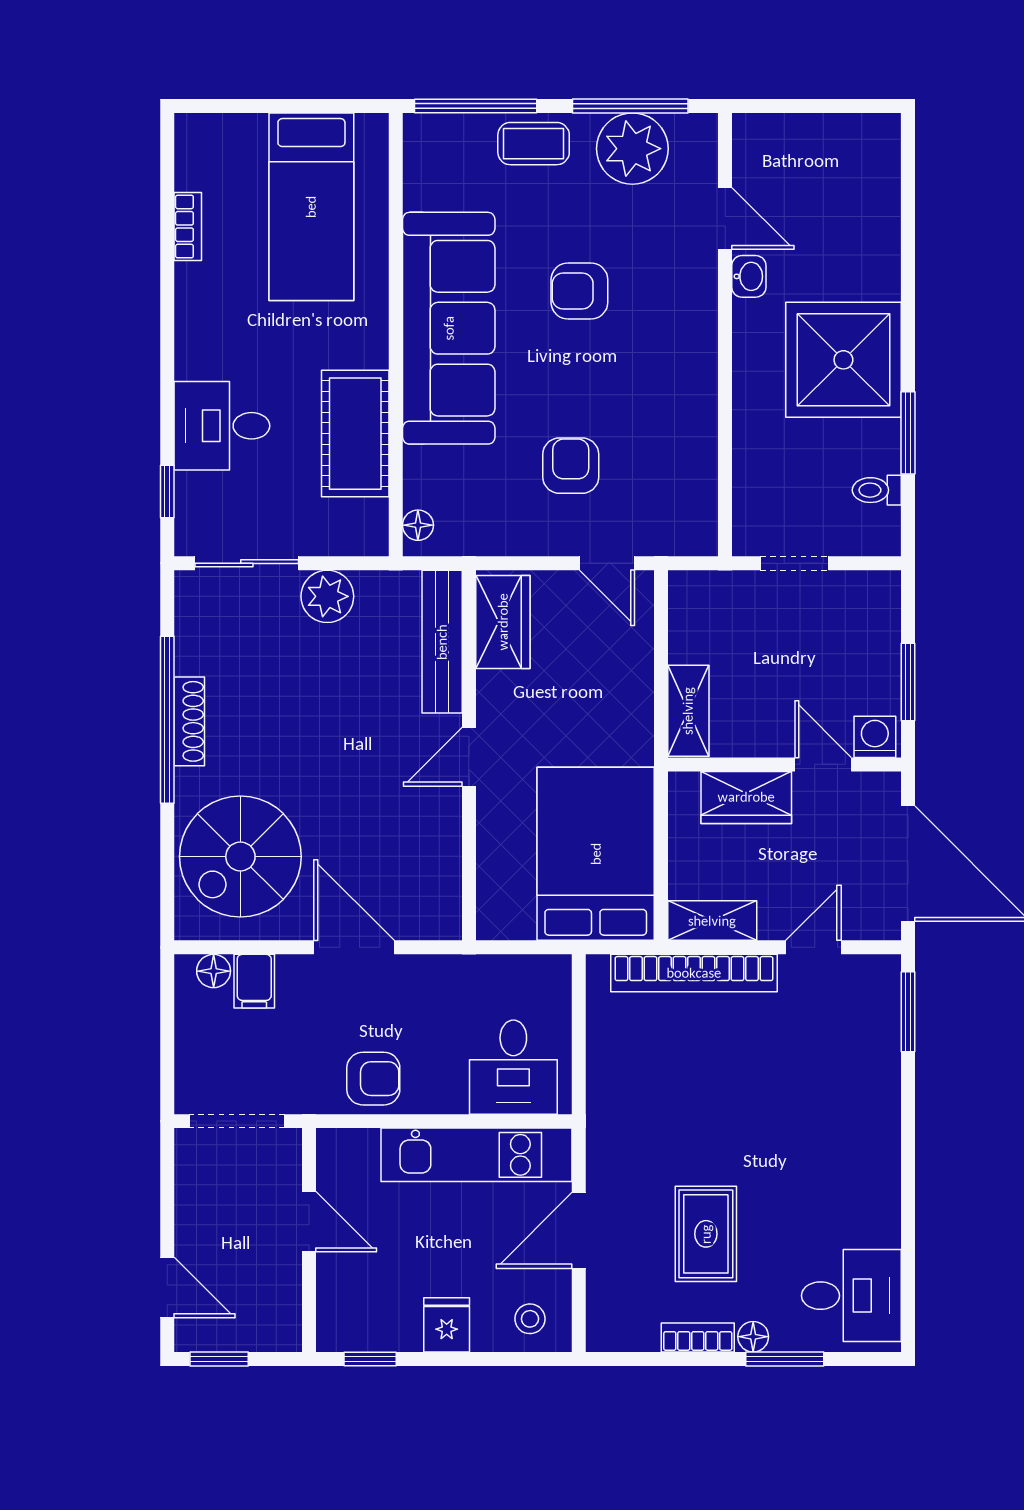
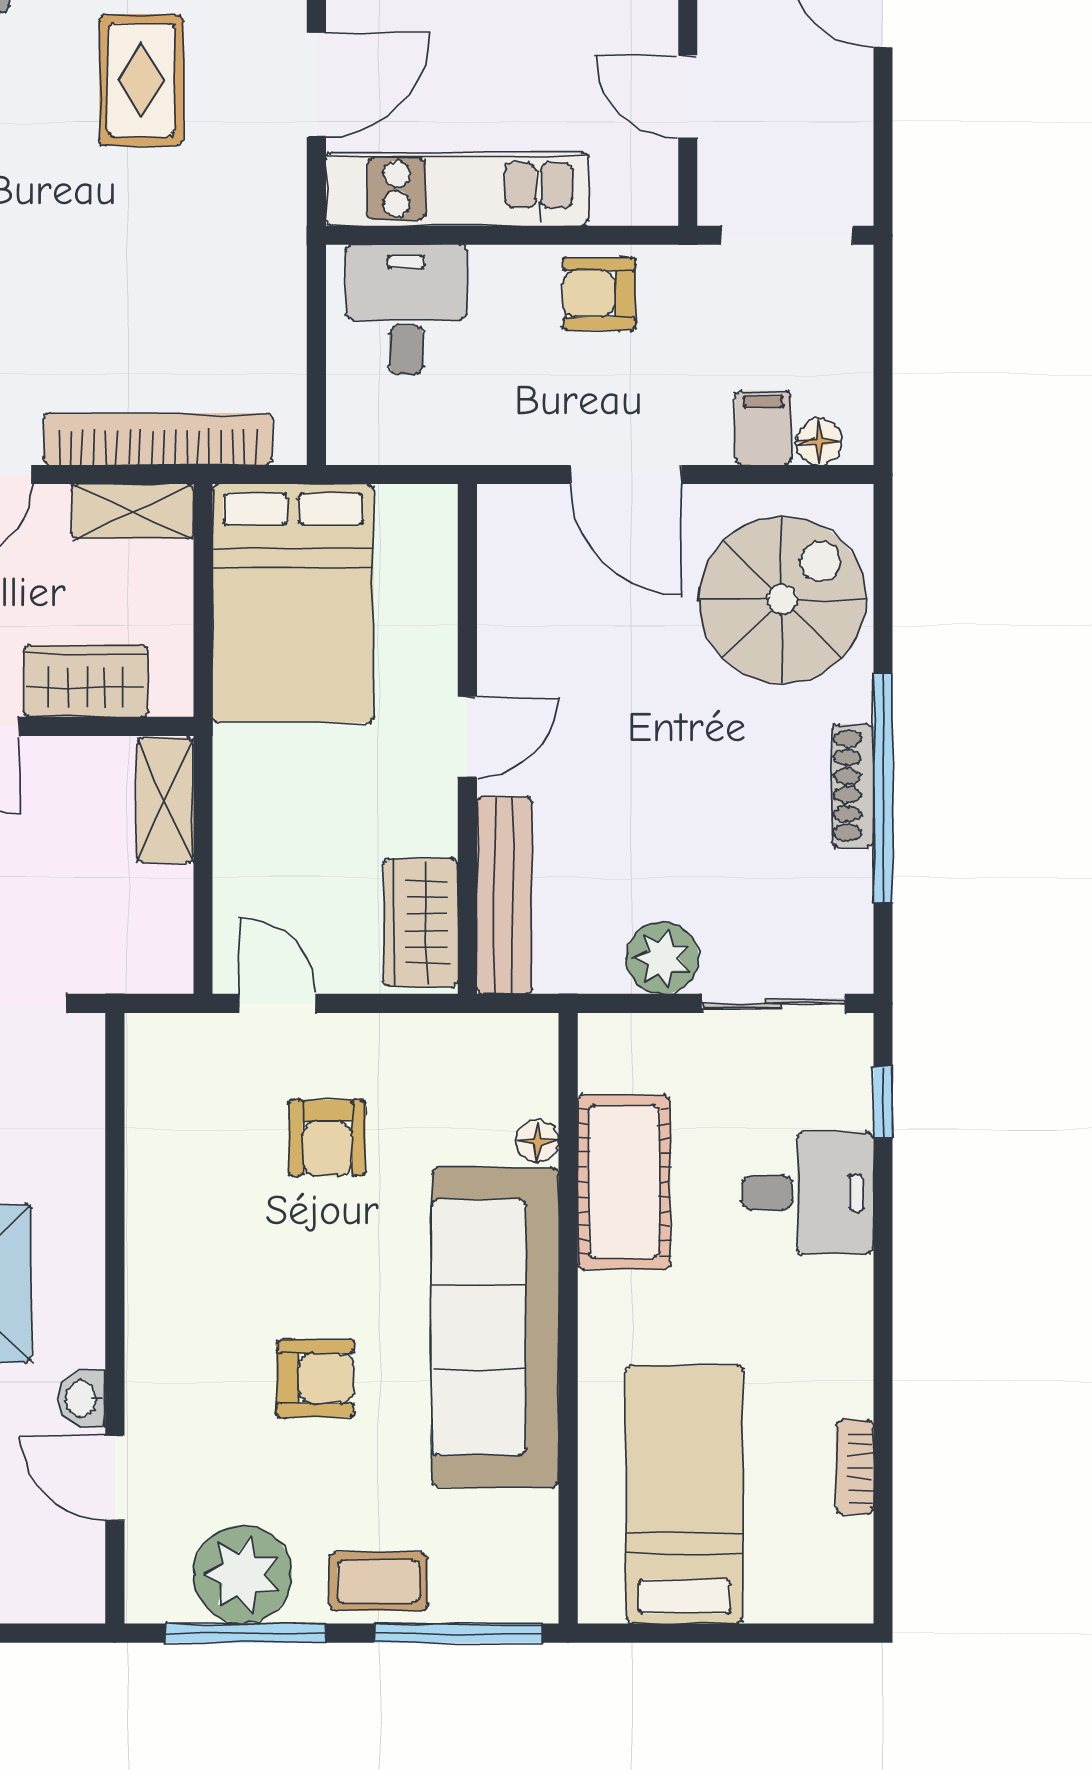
floor lamp: (418, 525) -> (538, 1141), moved

